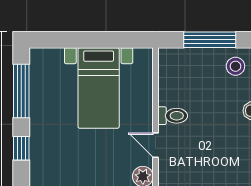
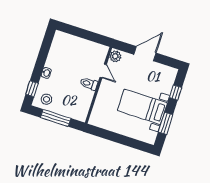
bed with nightstands: (99, 88) -> (142, 107), moved, turned -90
window: (21, 91) -> (166, 123), width x0.69

